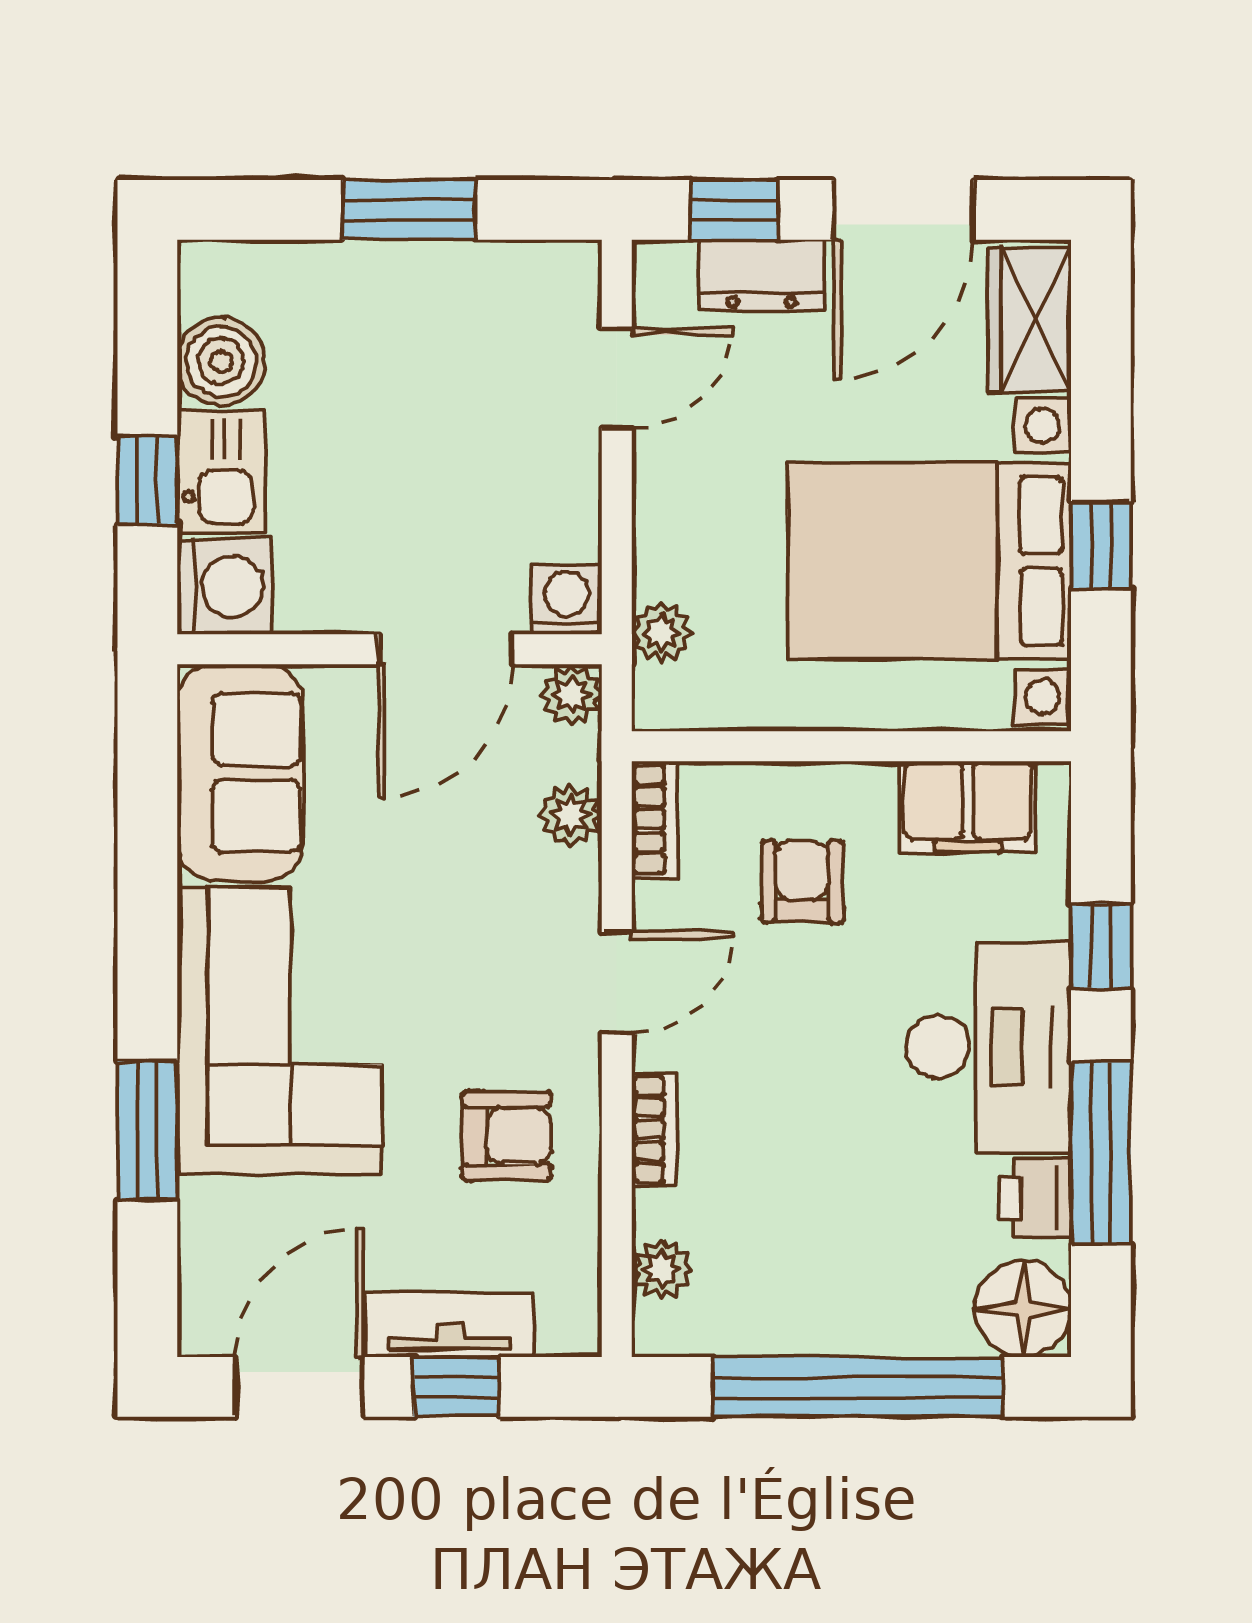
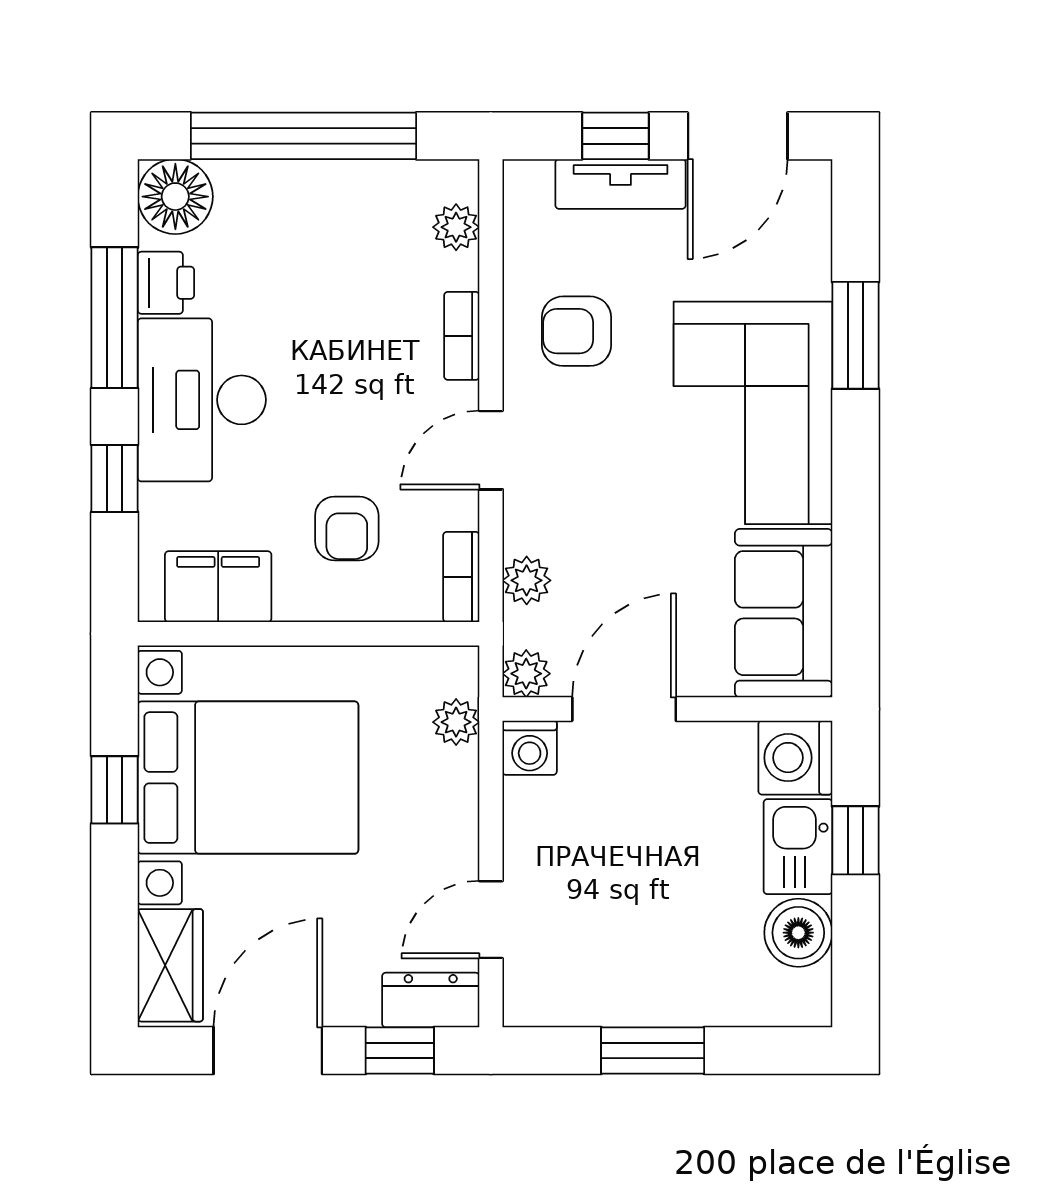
dresser: (762, 275) -> (431, 1000), moved

